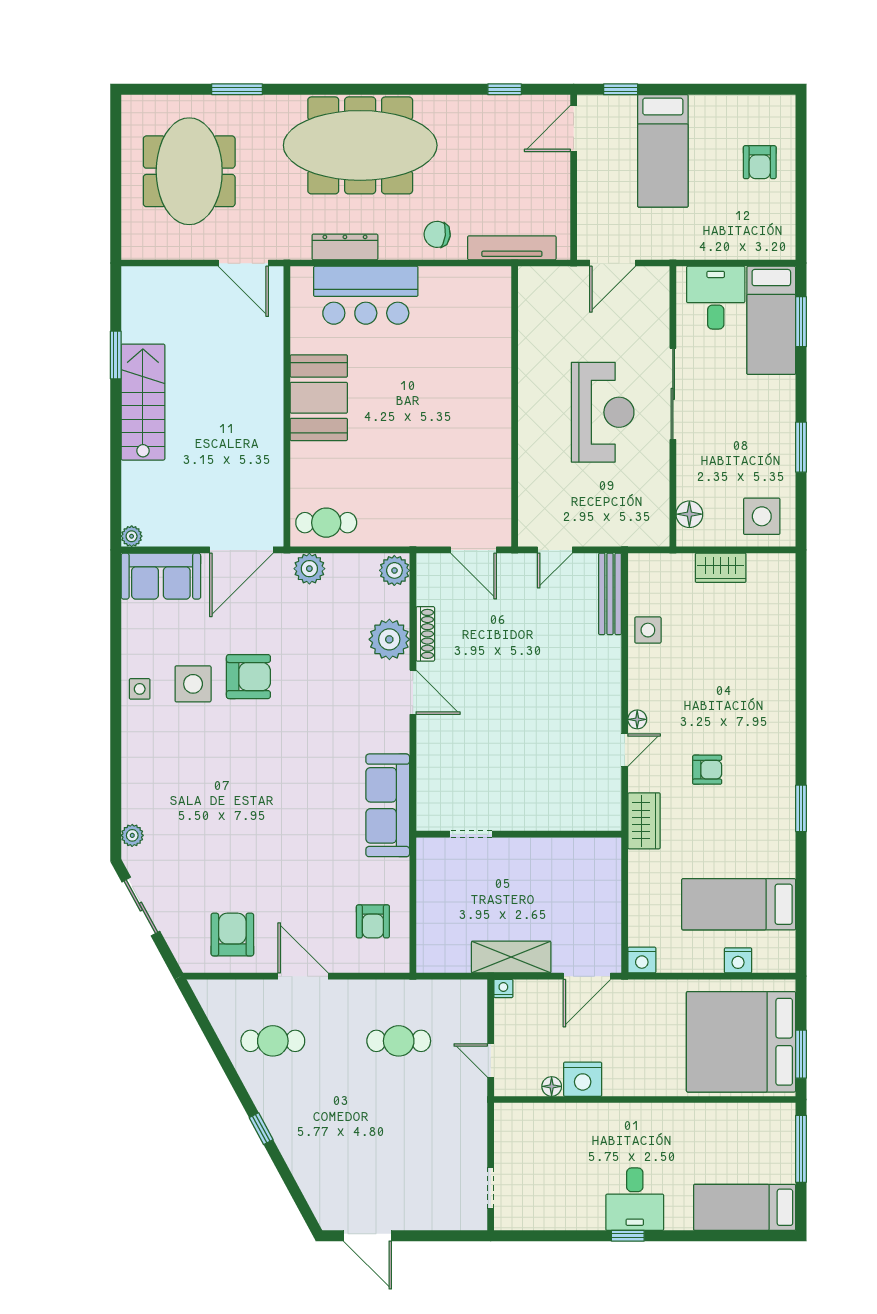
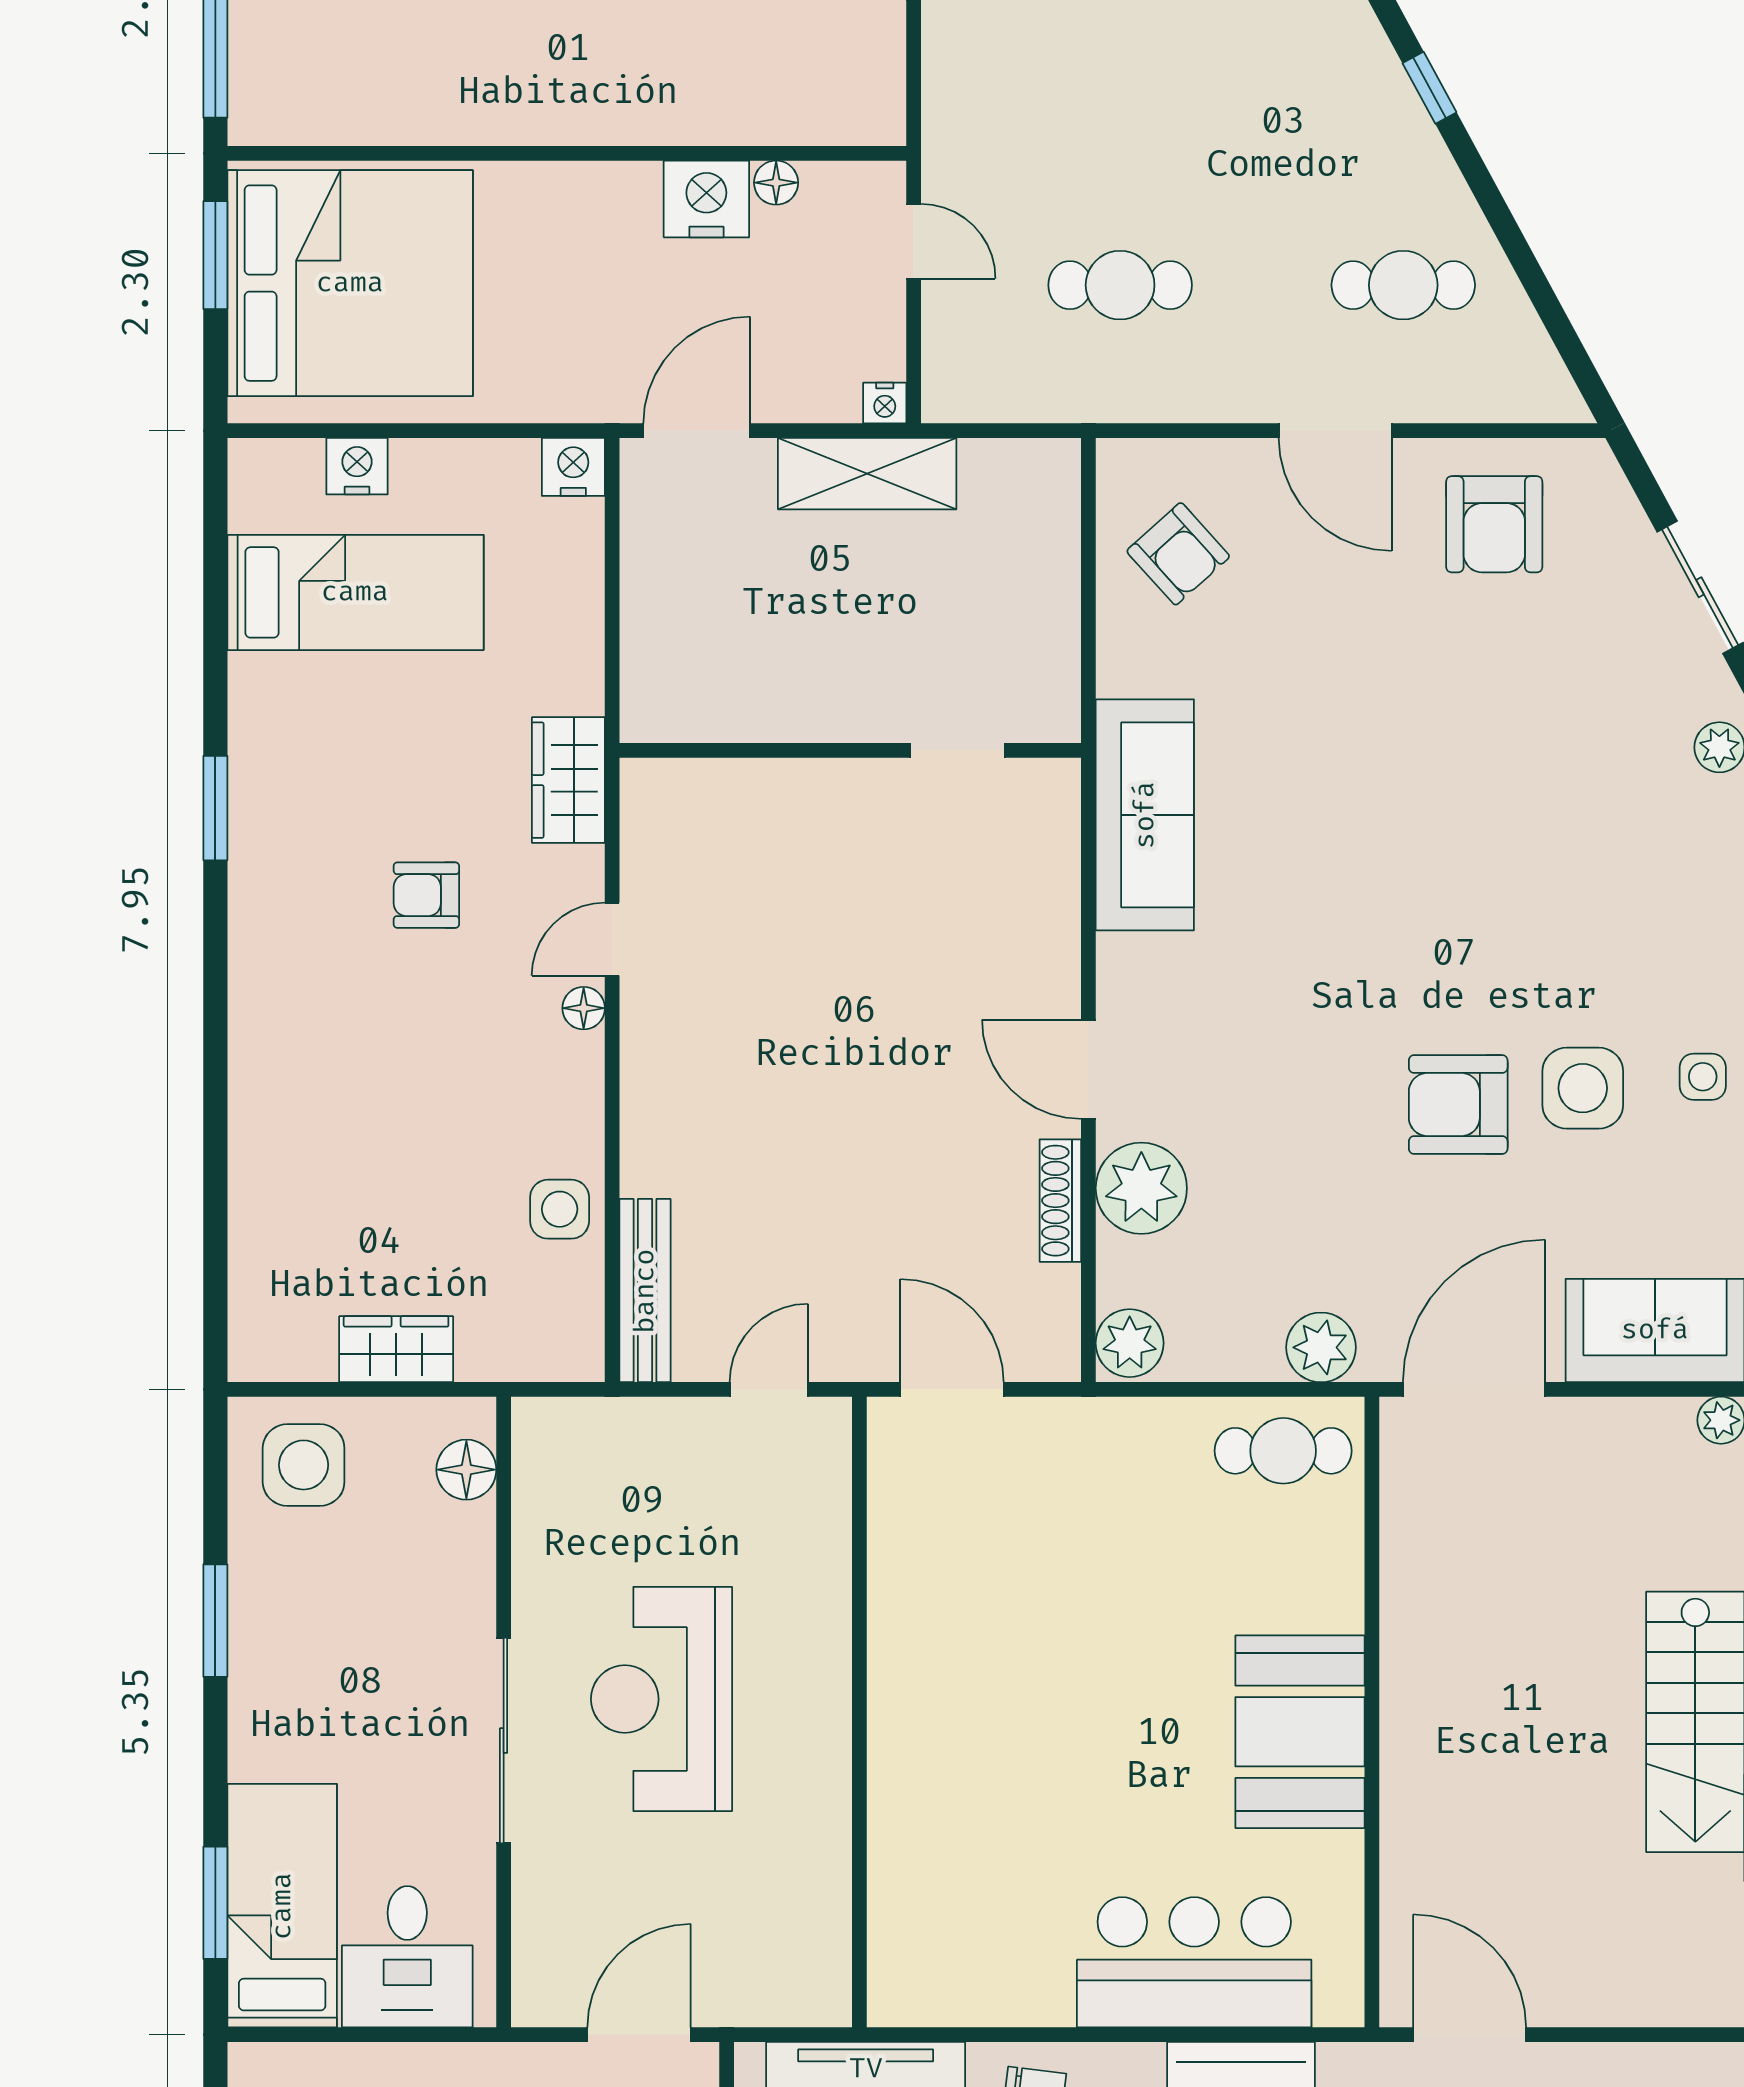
armchair: (373, 921) -> (1178, 554), turned 138

